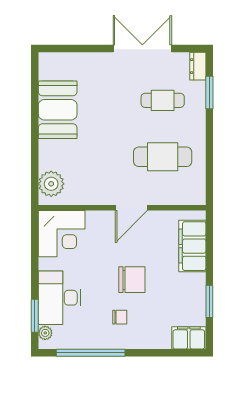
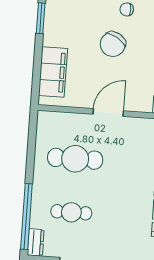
window: (209, 93) -> (26, 217), width x2.11
chair: (132, 280) -> (113, 44), turned -59

